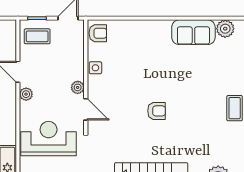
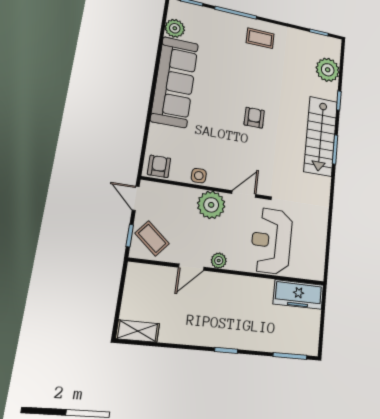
sofa: (193, 32) -> (175, 82), width x1.85, depth x1.27
coffee table: (37, 36) -> (152, 238), turned -50
plant: (78, 87) -> (211, 205), width x1.87, depth x1.87

